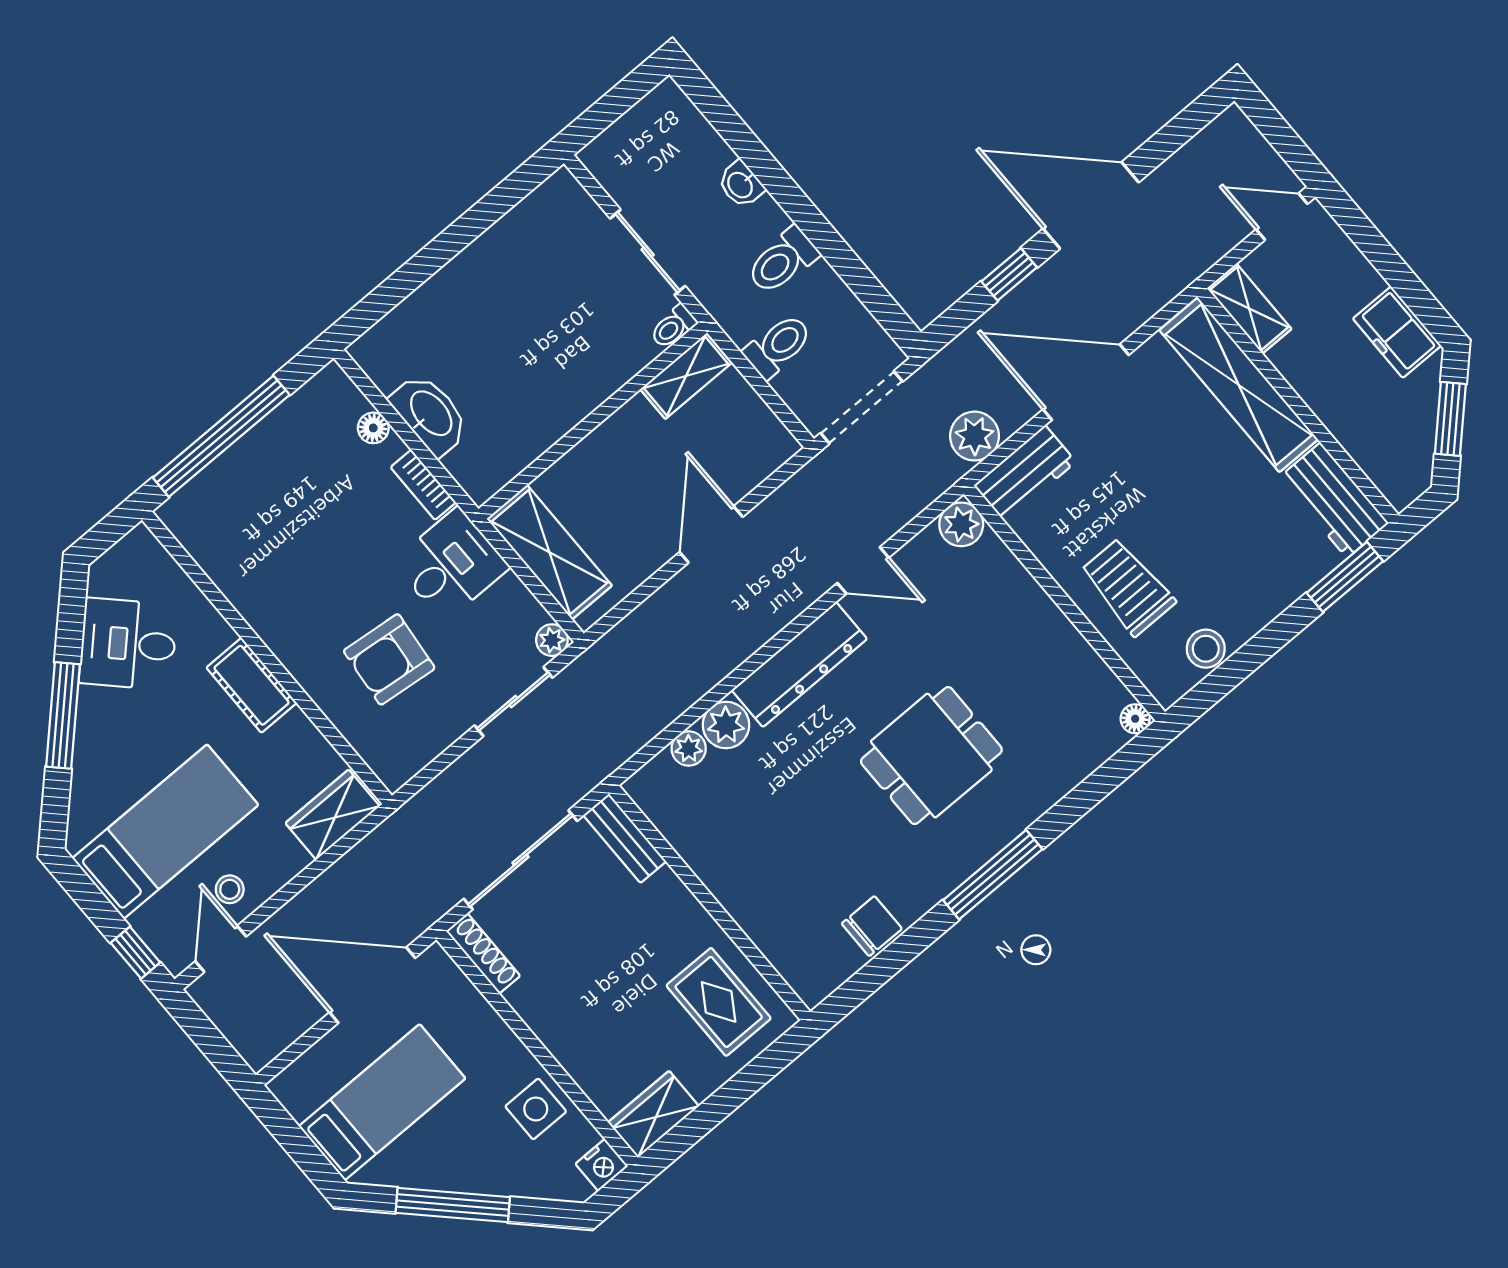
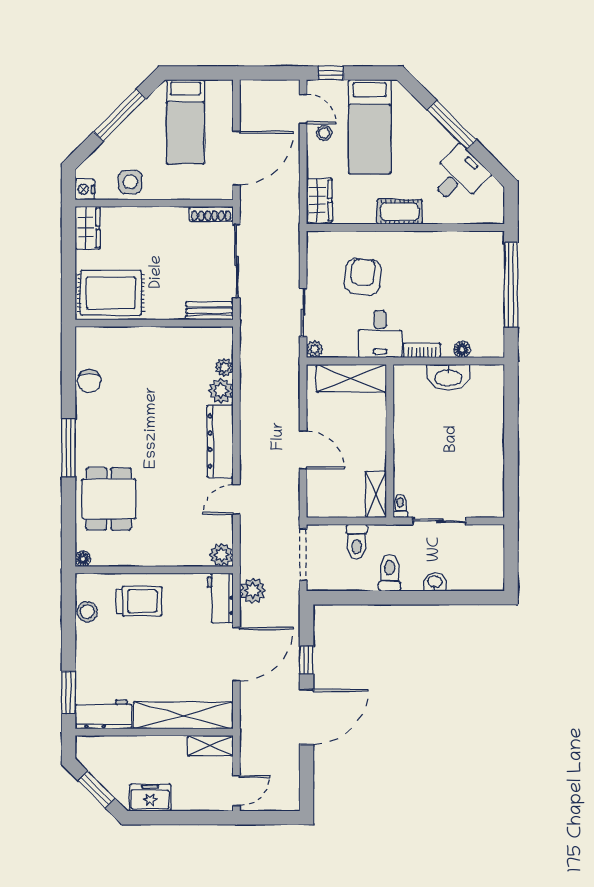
dining table: (931, 756) -> (109, 499), moved
rug: (719, 1002) -> (111, 293), width x1.36, depth x1.43

